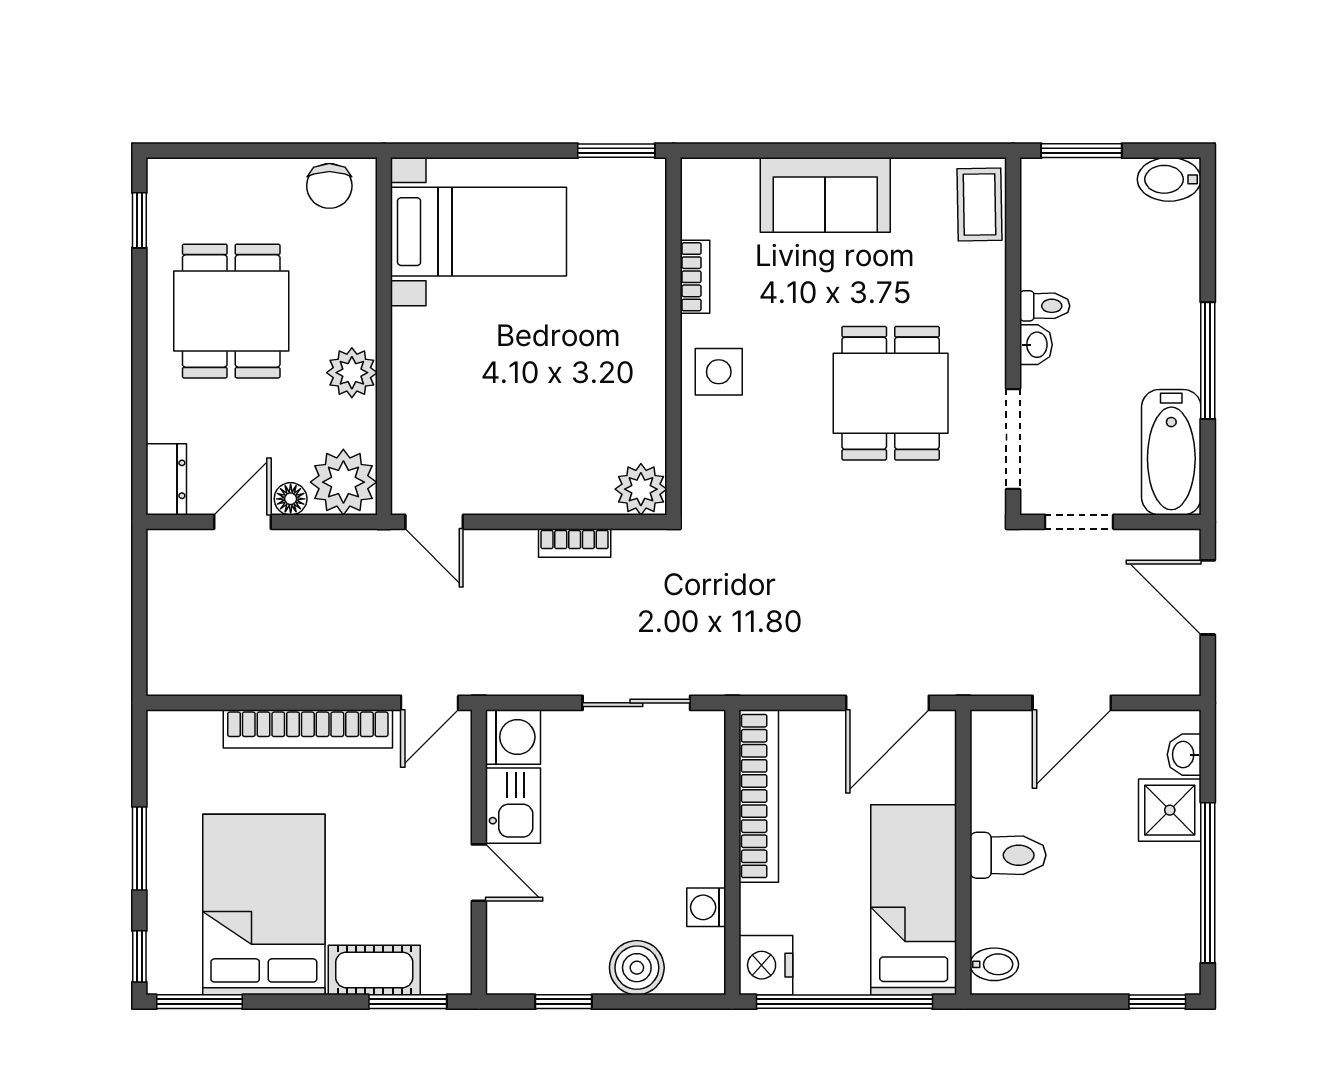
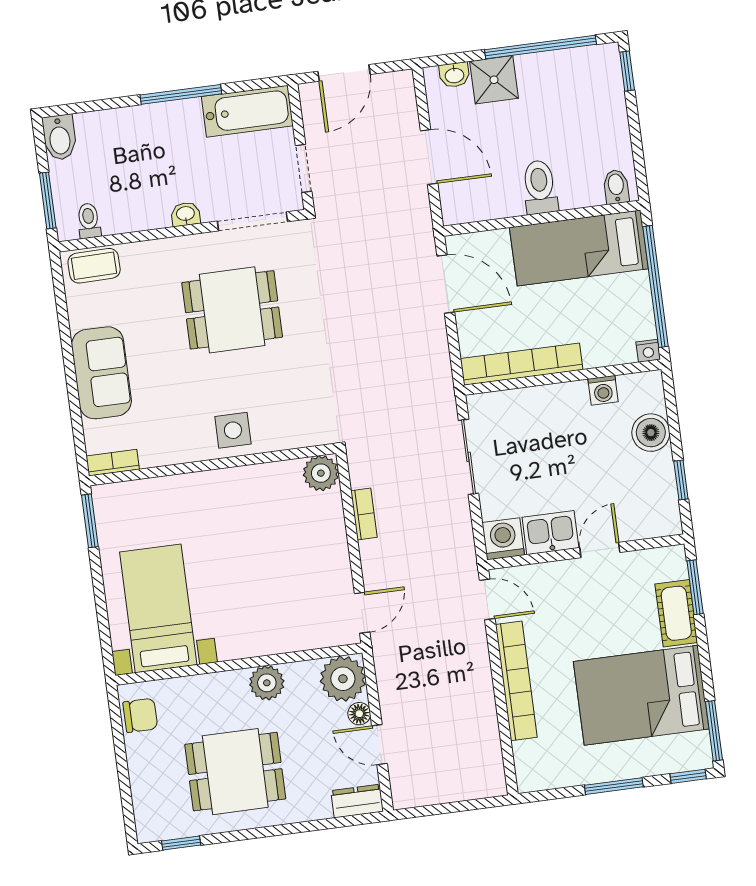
bookcase: (695, 277) -> (113, 463), moved
toilet: (1045, 306) -> (89, 221), moved
nightstand: (766, 965) -> (648, 351), width x0.53, depth x0.56

